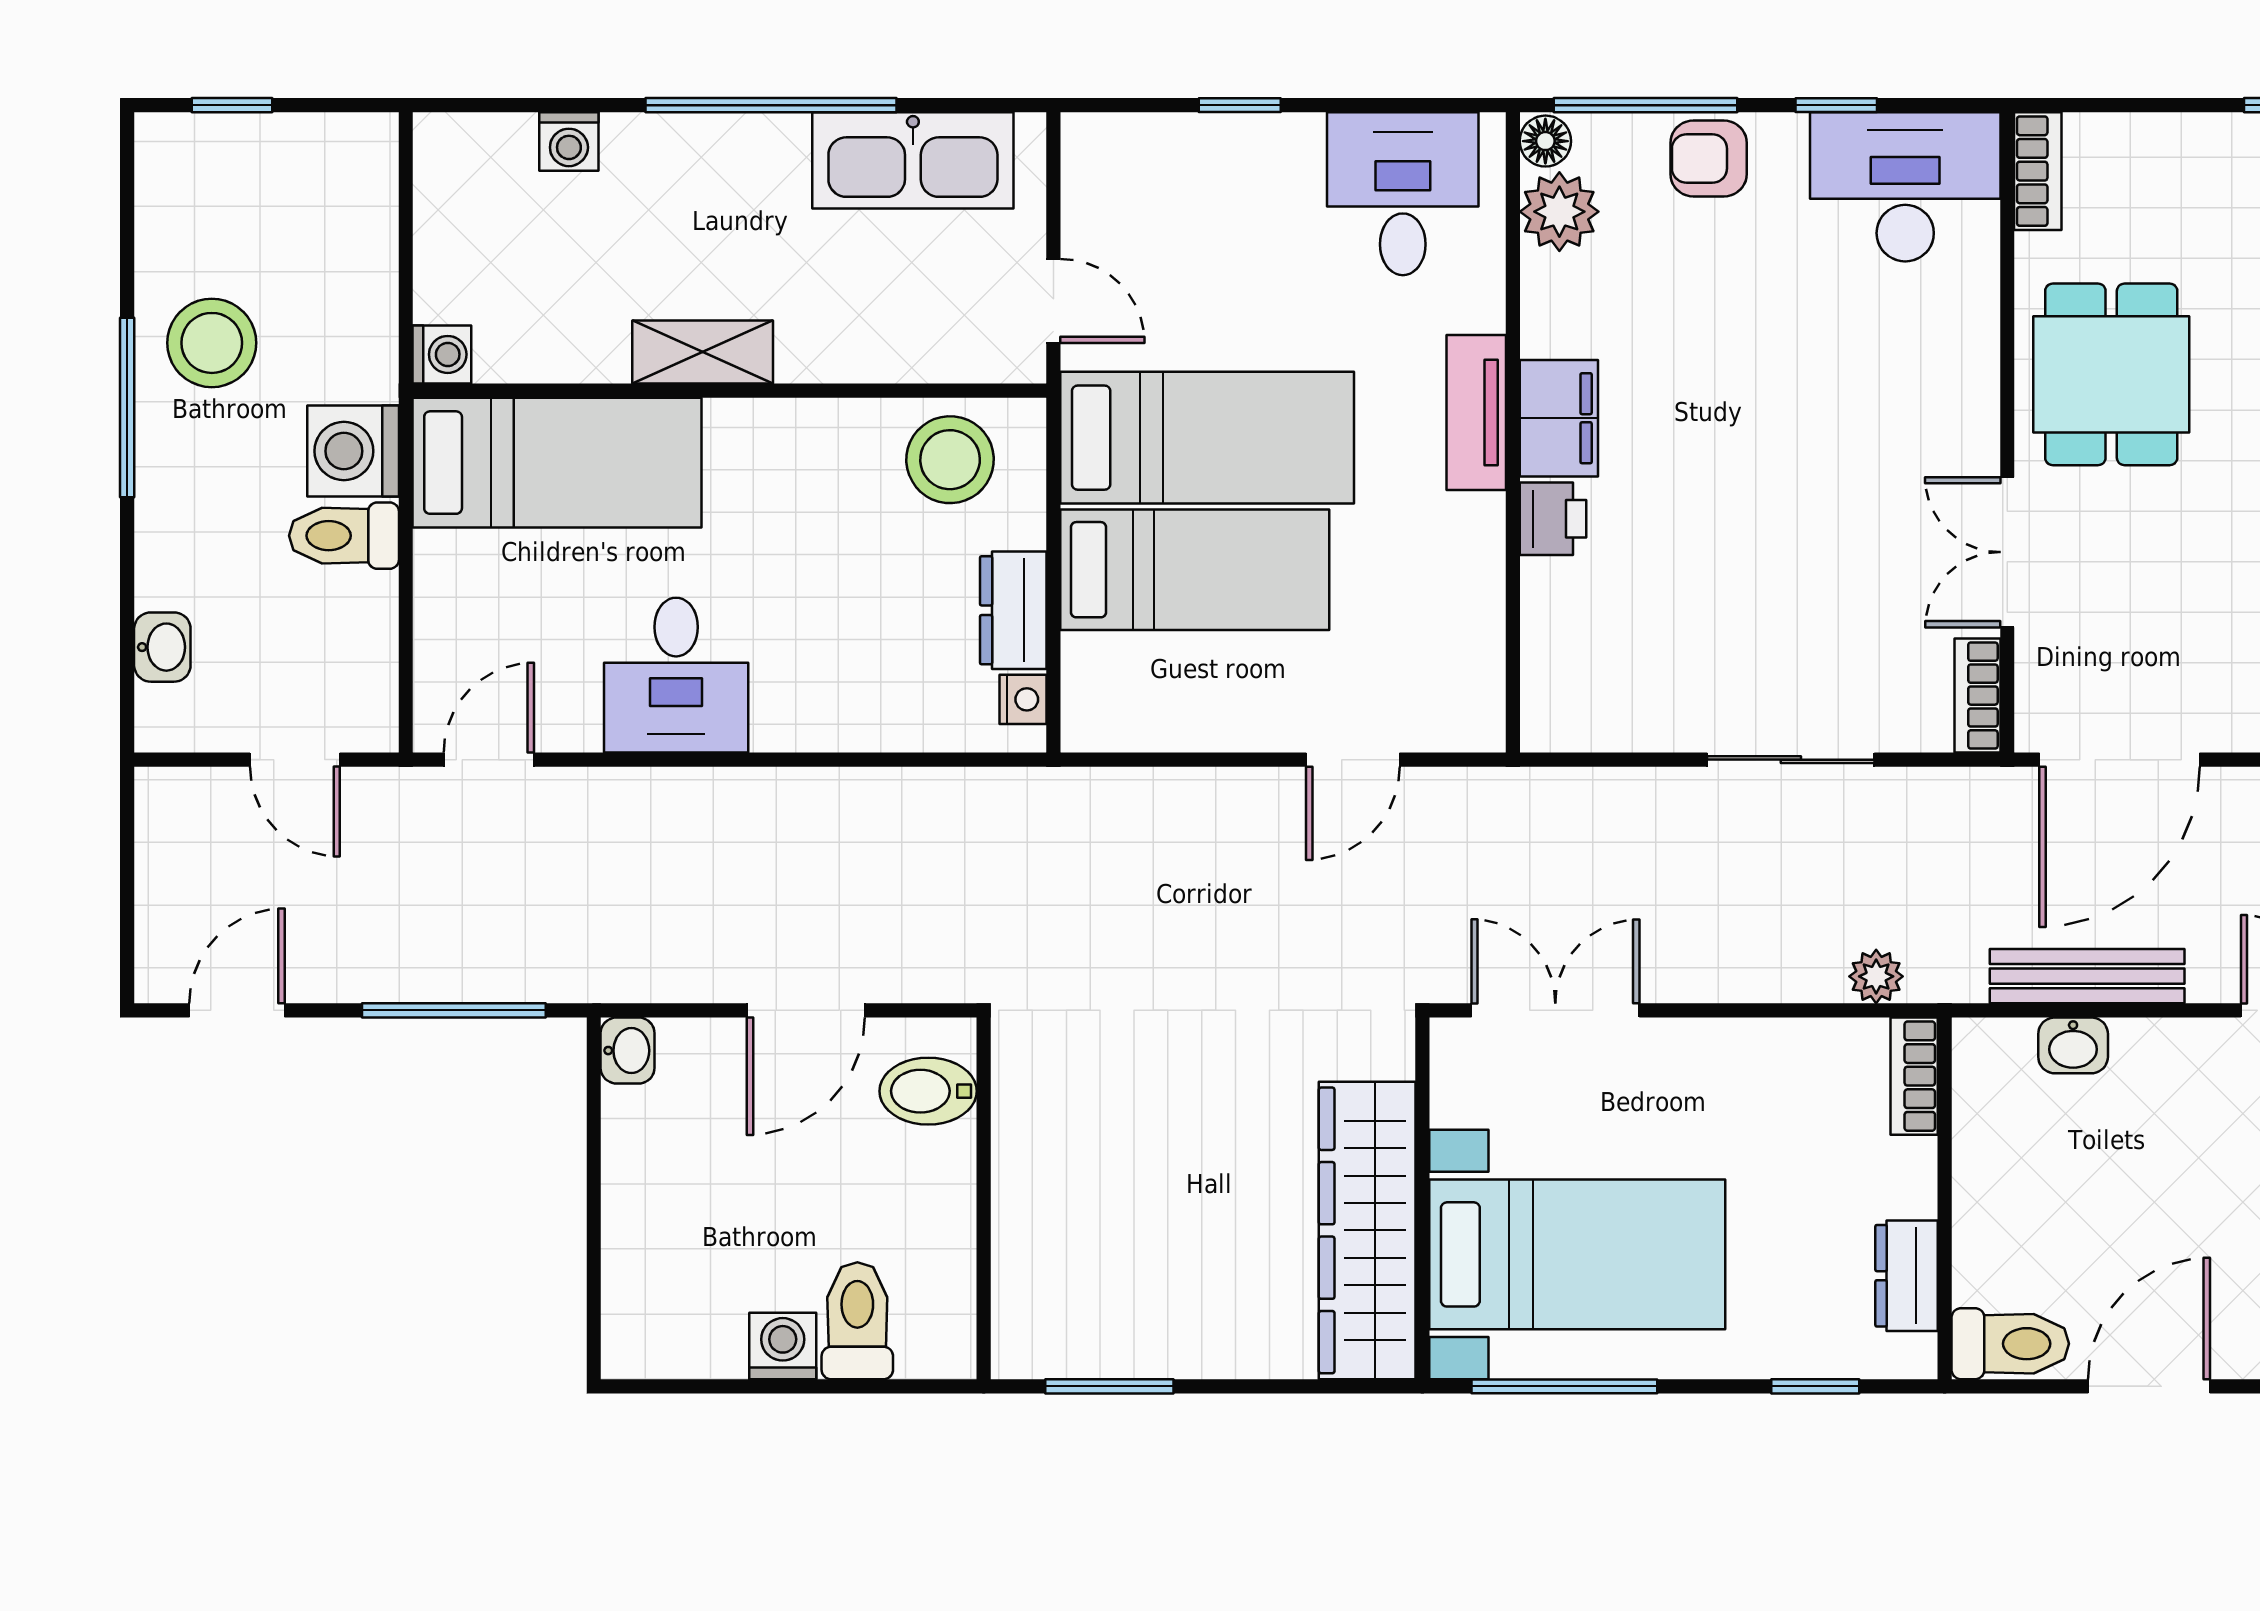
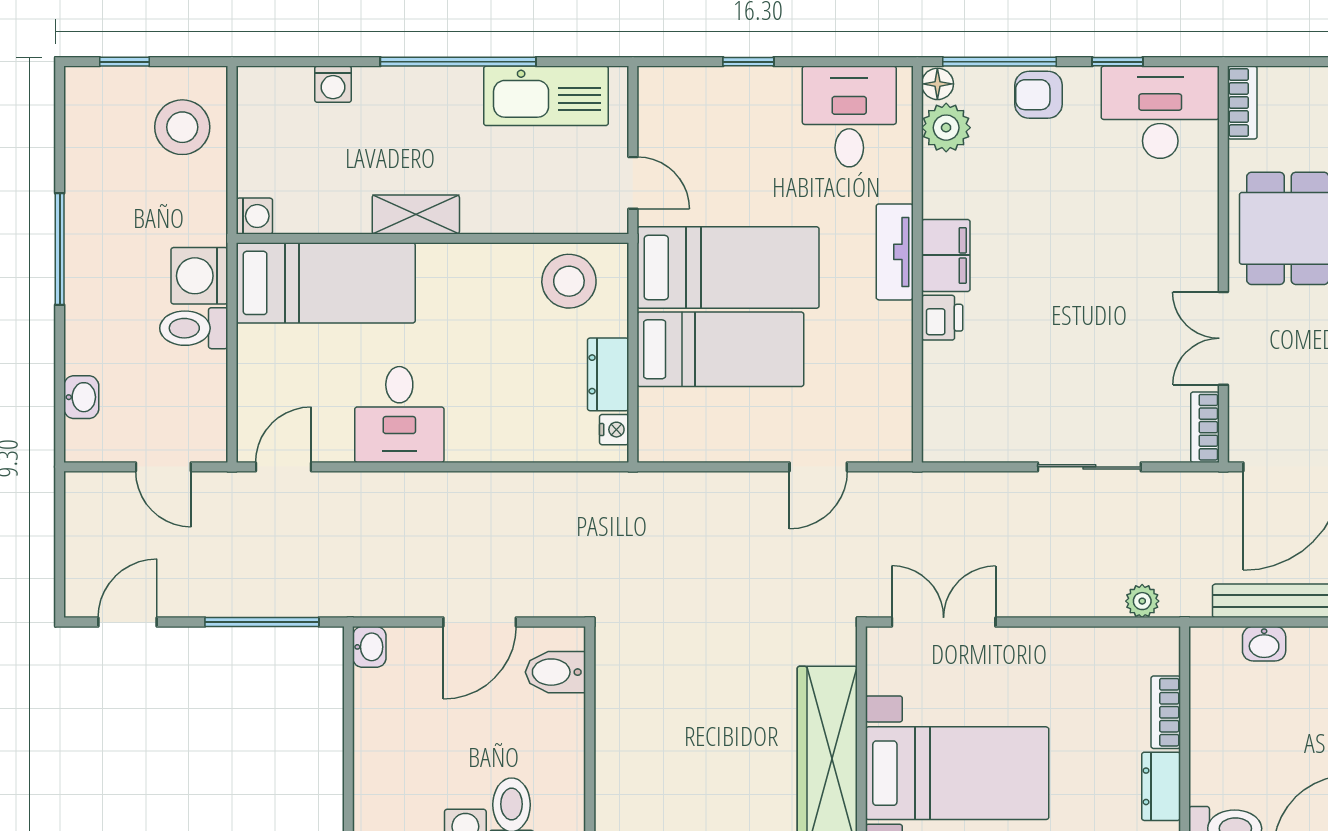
stool: (212, 343) -> (182, 127), moved
bookcase: (1914, 1076) -> (1166, 712), moved

